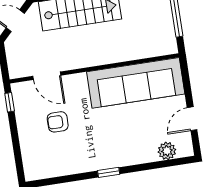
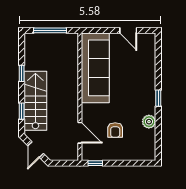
door: (47, 76) -> (80, 133), hinge flipped
plant: (167, 151) -> (149, 122), moved

